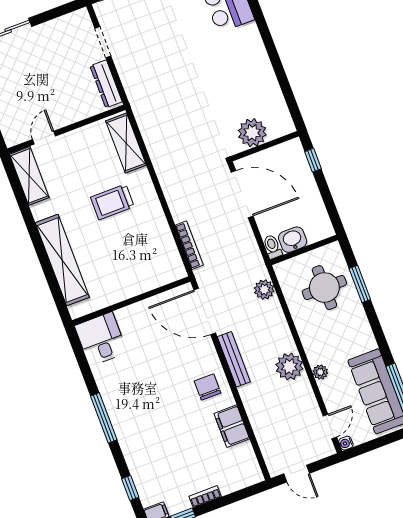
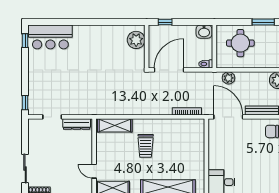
plant: (252, 133) -> (136, 40), moved
washbasin: (293, 240) -> (204, 32), moved, turned -90
window: (360, 284) -> (263, 22), moved
door: (205, 311) -> (228, 117), swing flipped

